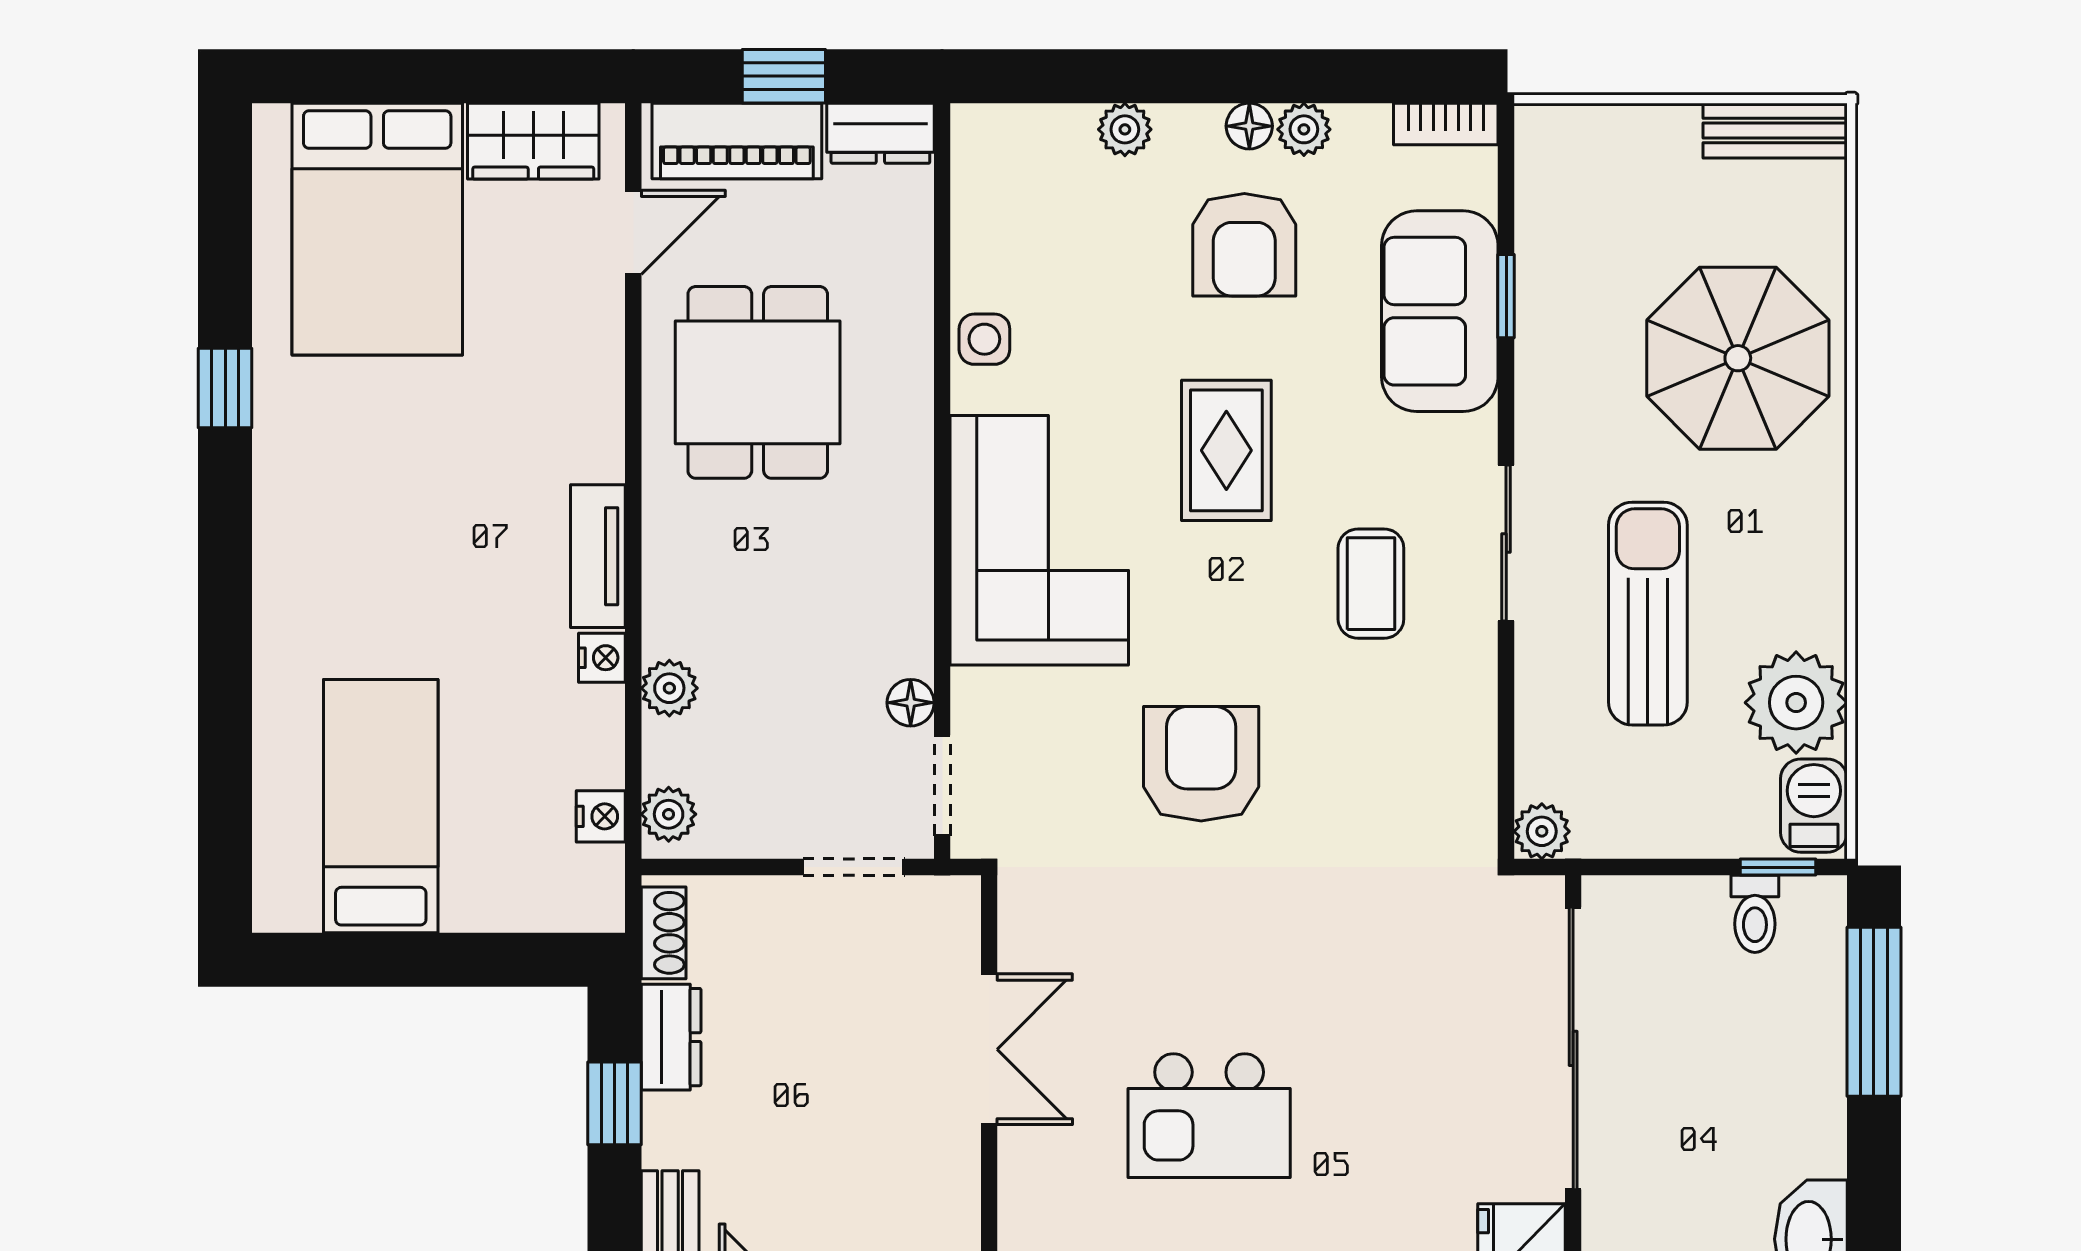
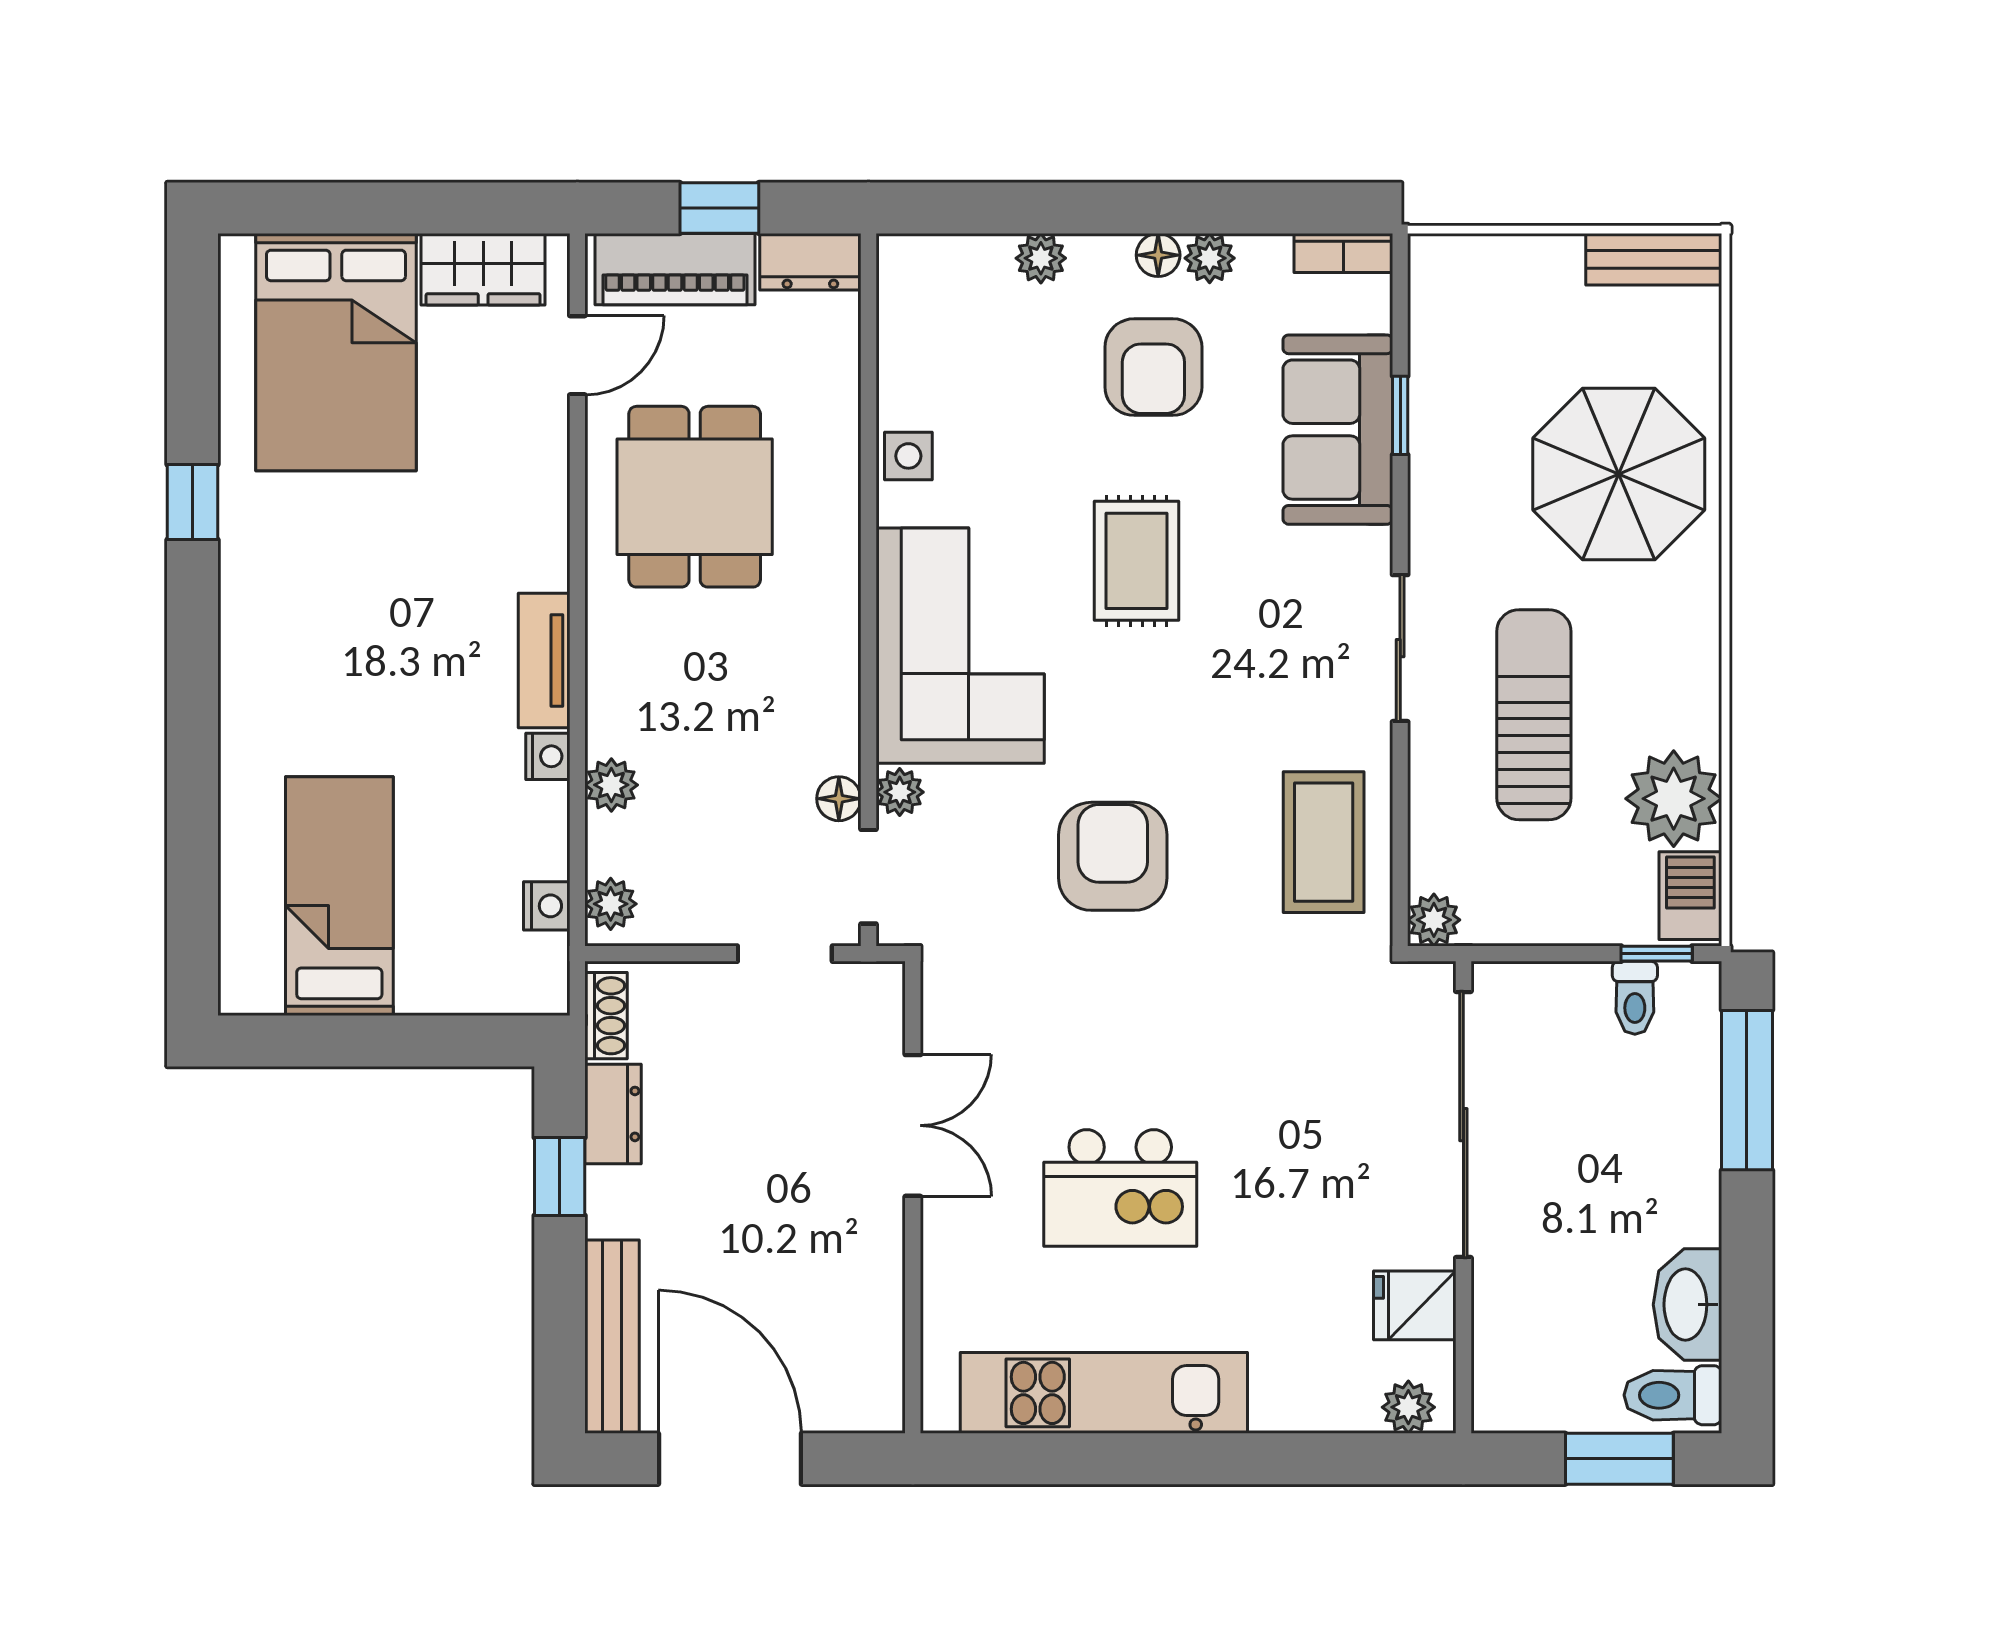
coffee table: (1371, 584) -> (1324, 842), moved, width x1.36, depth x1.30
plant: (975, 696) -> (900, 792), added

